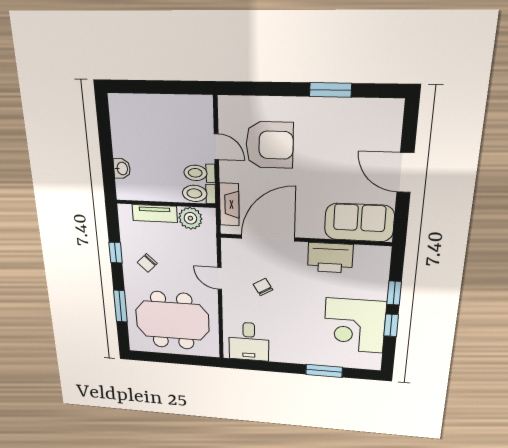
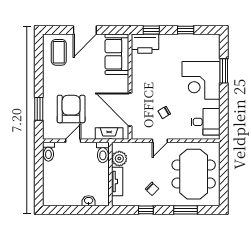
window: (330, 90) -> (39, 109), moved
coffee table: (369, 126) -> (59, 52), added
toilet: (199, 173) -> (48, 152), moved
printer: (330, 258) -> (145, 44), moved, turned 90
window: (394, 293) -> (151, 30), moved
corner desk: (355, 326) -> (201, 80), moved, turned 90

